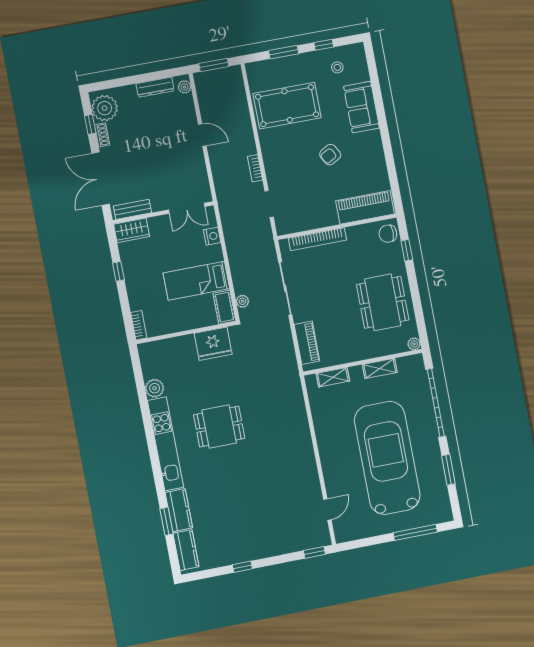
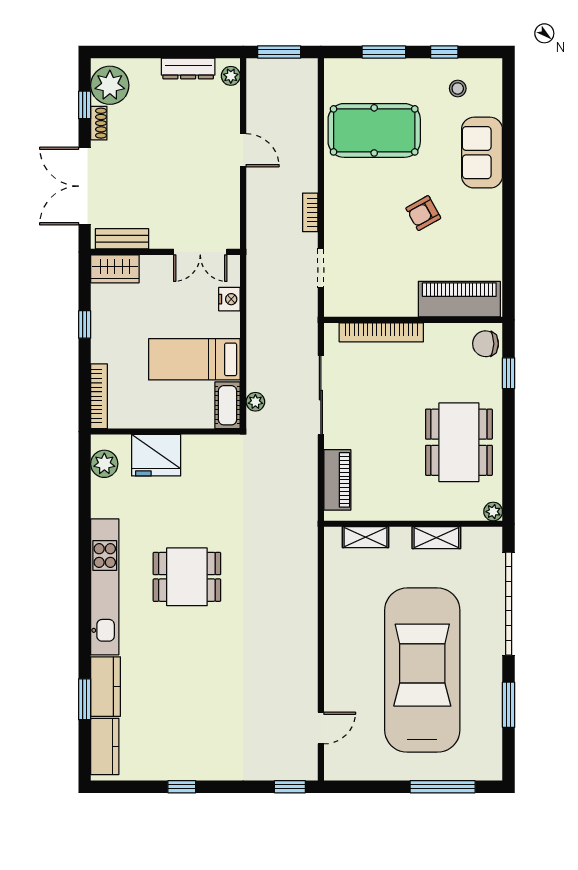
bookcase: (139, 325) -> (99, 396), width x1.56
fridge: (213, 344) -> (156, 455), moved
plant: (155, 388) -> (104, 464), moved

